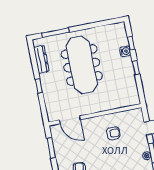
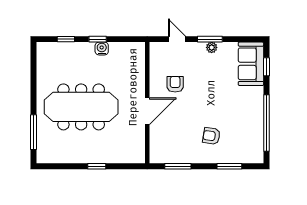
water cooler: (125, 51) -> (102, 49), moved
dresser: (41, 59) -> (64, 157), removed
door: (70, 120) -> (147, 111), moved

